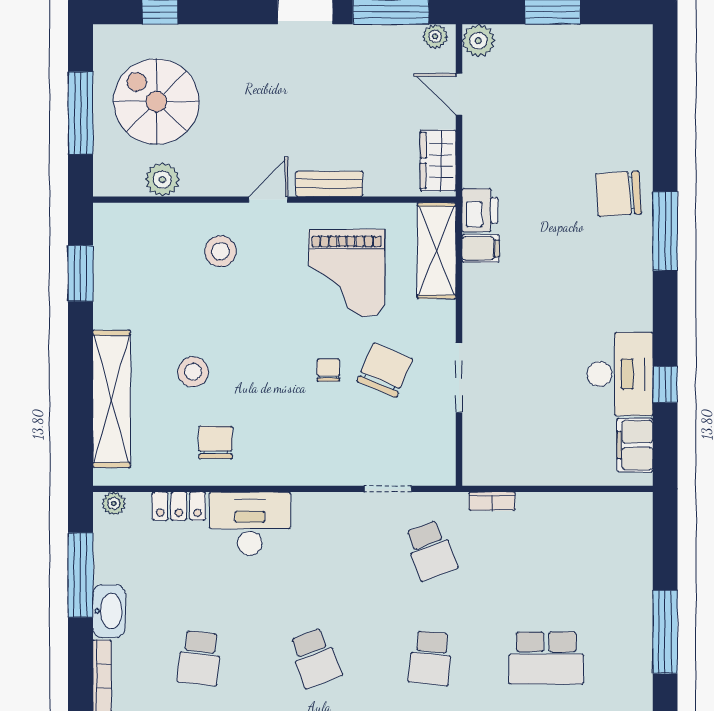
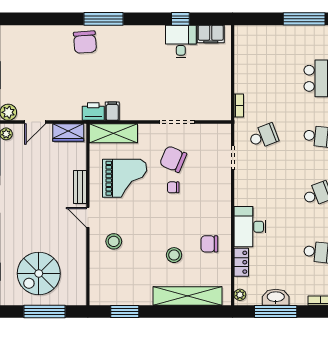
plant: (162, 180) -> (78, 270), removed
desk: (620, 374) -> (181, 41), width x0.73
washbasin: (109, 611) -> (276, 297), moved

